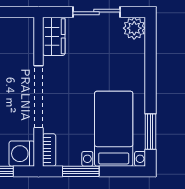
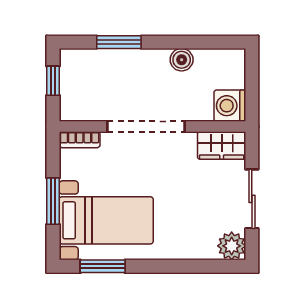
washing machine: (22, 154) -> (230, 106), moved, turned -90
window: (81, 171) -> (53, 201), moved

